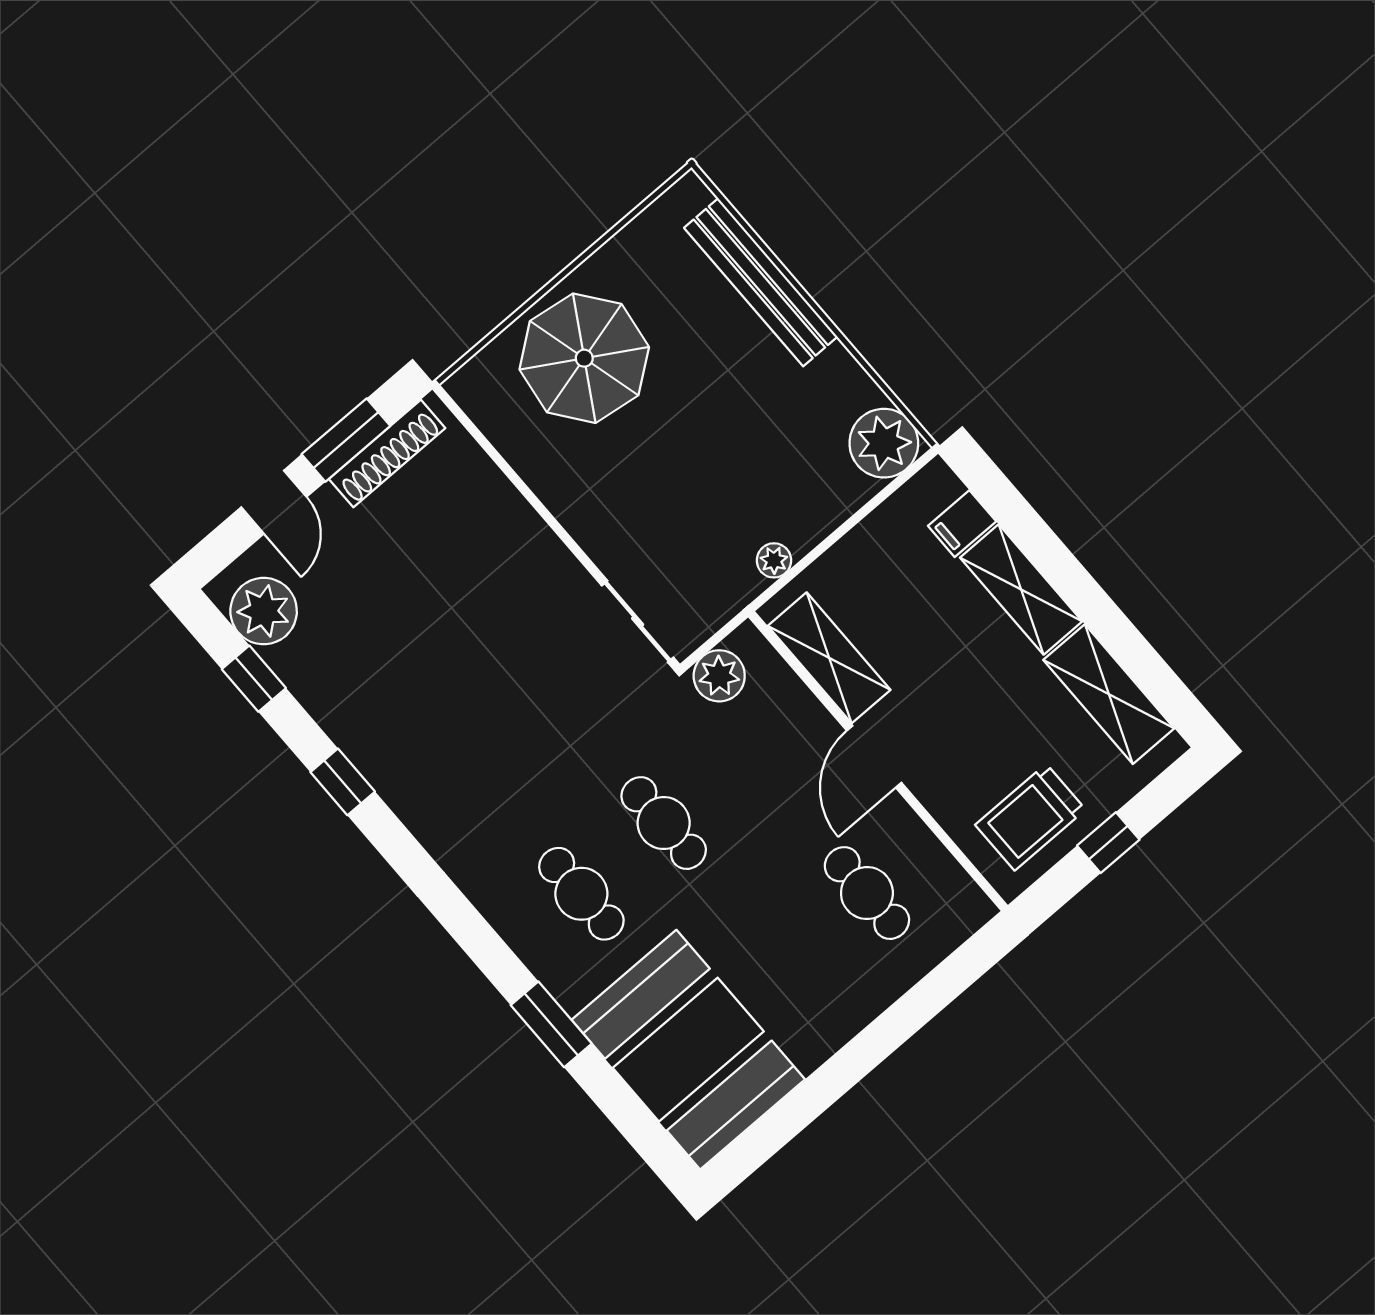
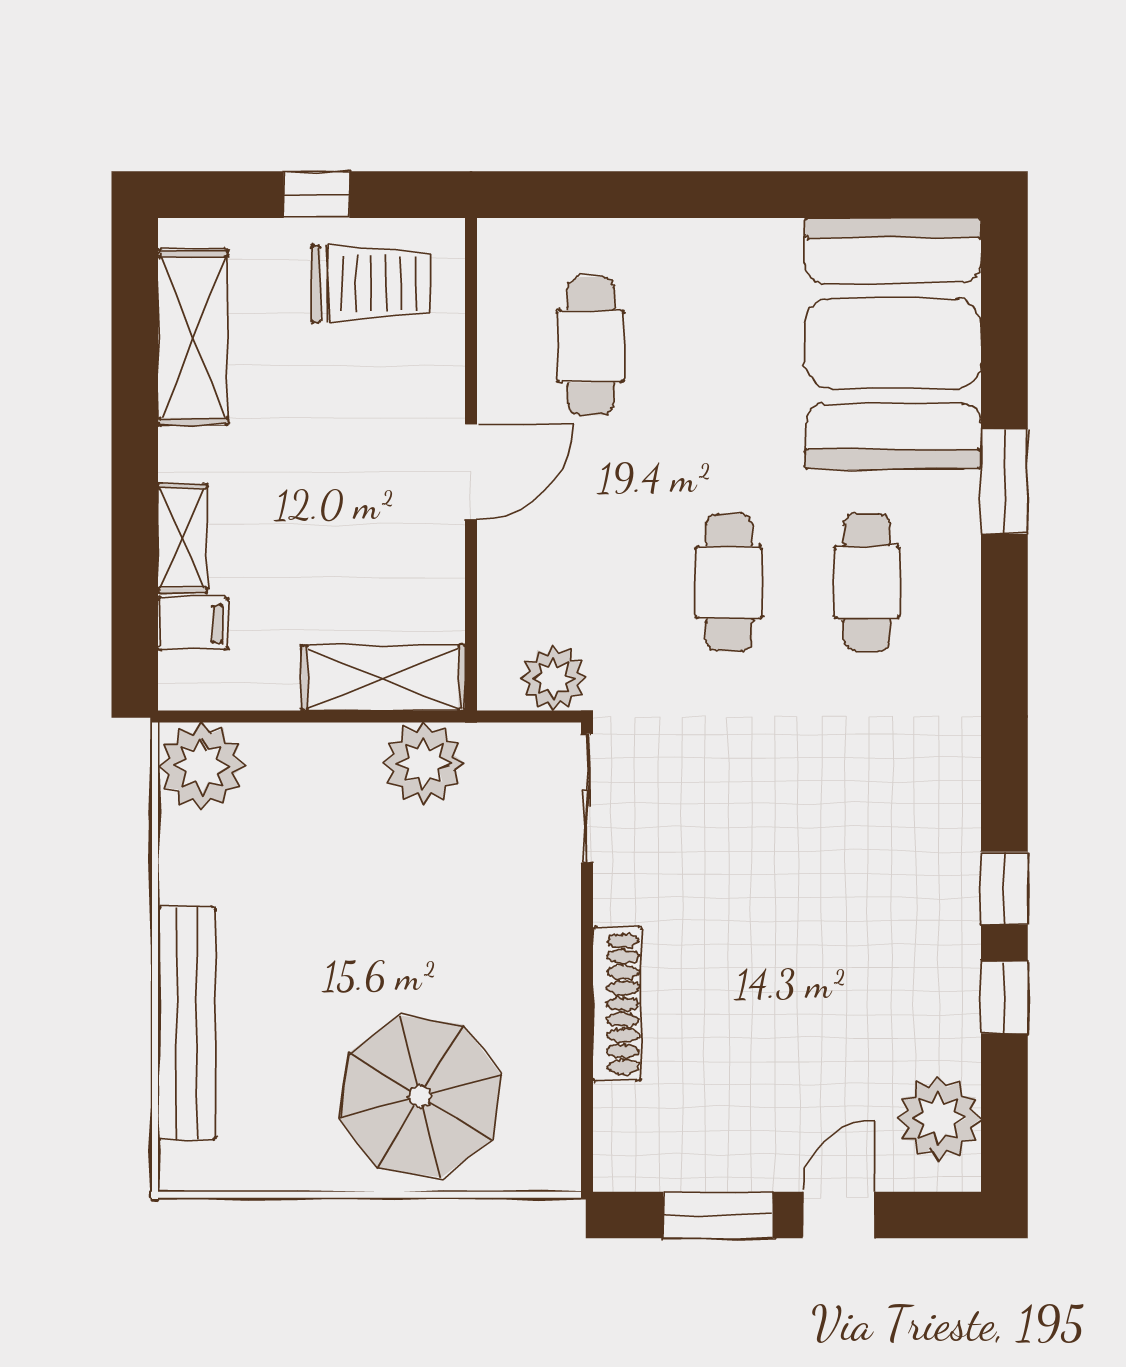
shoe rack: (387, 453) -> (617, 1004), moved, turned 90
plant: (774, 560) -> (424, 763), width x1.88, depth x1.88
shelving: (1021, 589) -> (182, 538), width x0.67, depth x0.75
shelving: (829, 658) -> (383, 678), moved, turned 90
window: (254, 679) -> (1004, 997), moved

